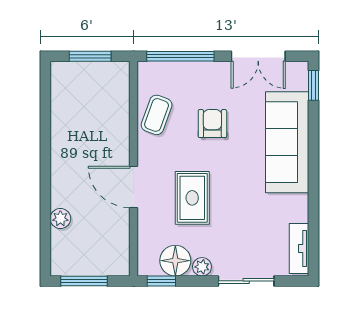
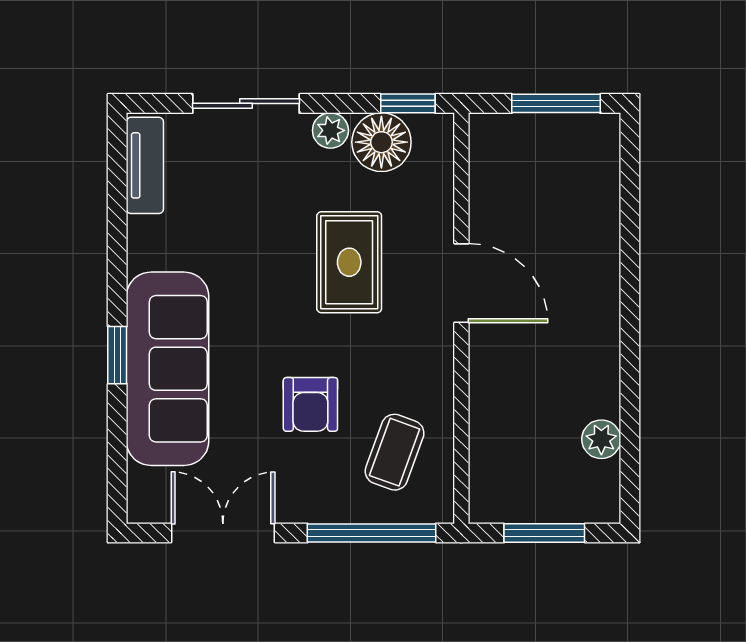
window: (313, 85) -> (117, 355), moved
coffee table: (157, 115) -> (395, 452), moved
plant: (60, 219) -> (601, 439), moved

